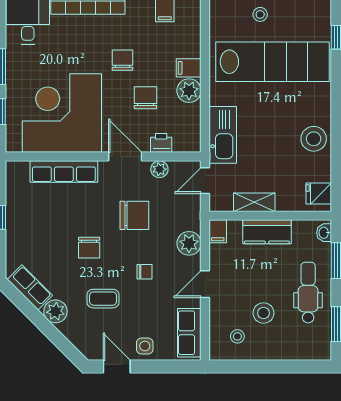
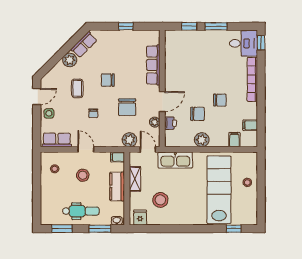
lab bench: (272, 62) -> (219, 190), turned 180
filing cabinet: (189, 68) -> (234, 140), moved
corner desk: (62, 113) -> (188, 64), removed
stool: (314, 139) -> (160, 200), moved
plant: (189, 243) -> (129, 140), moved
stool: (264, 313) -> (83, 175), moved

